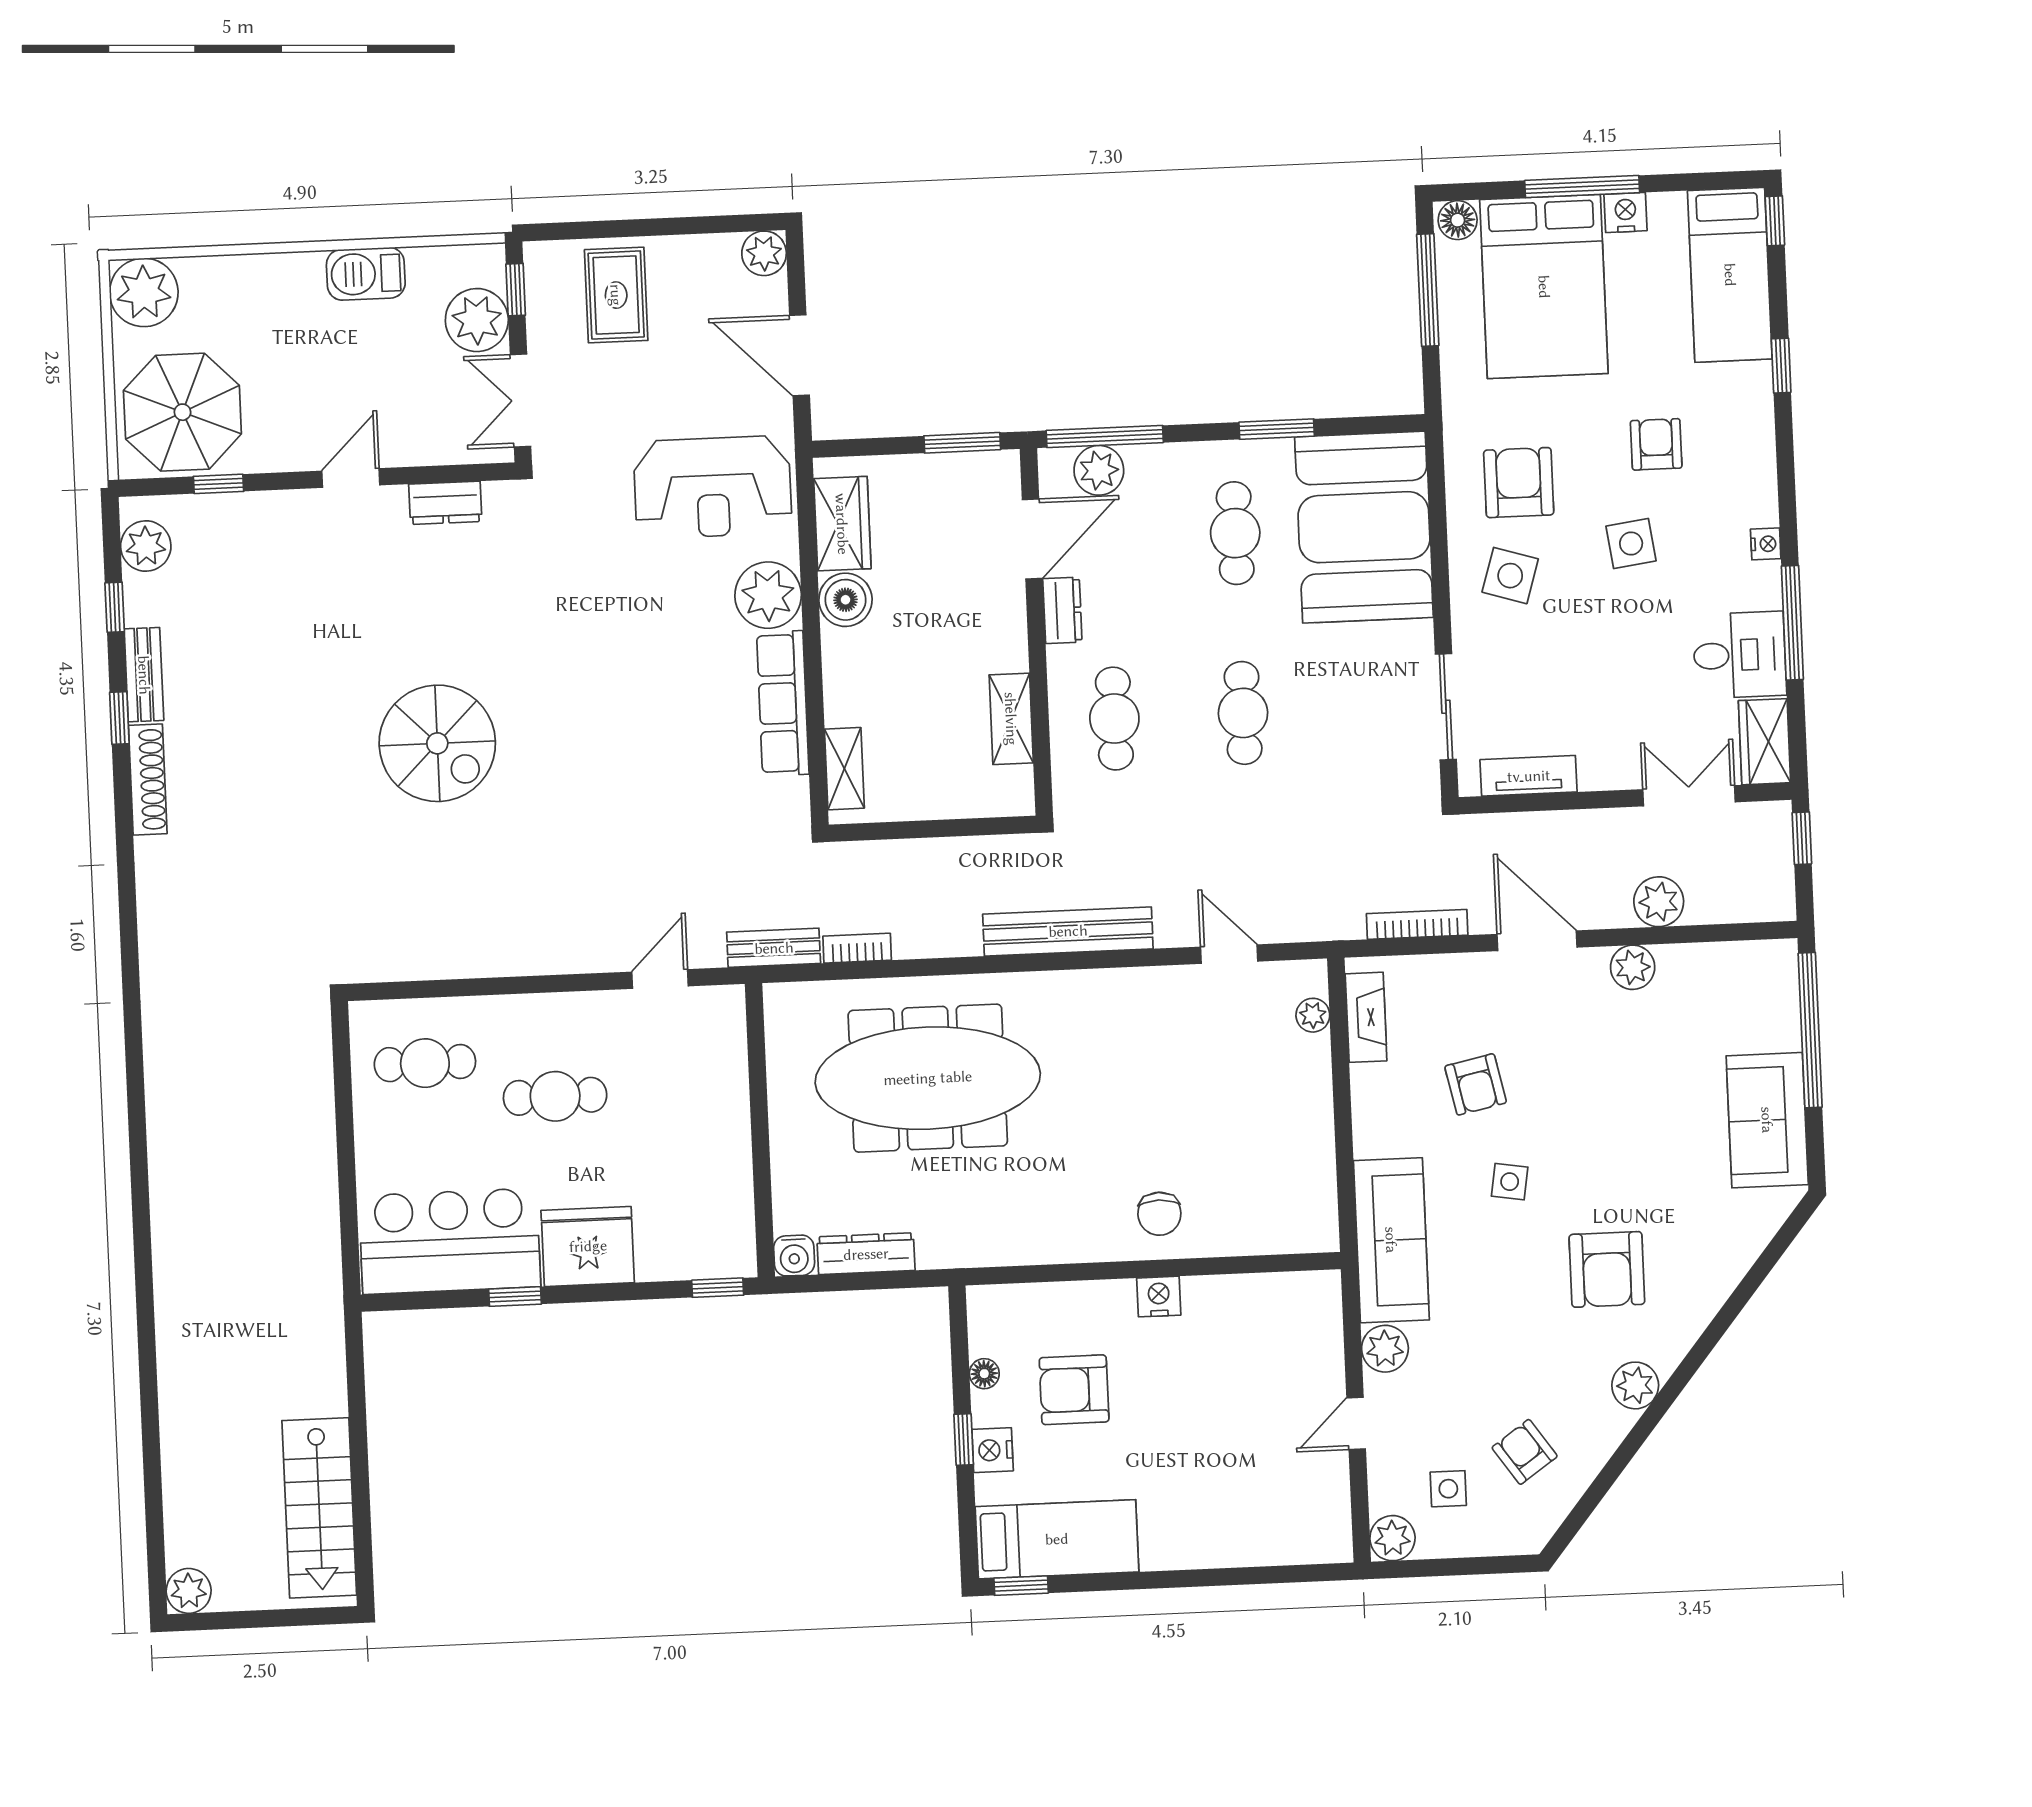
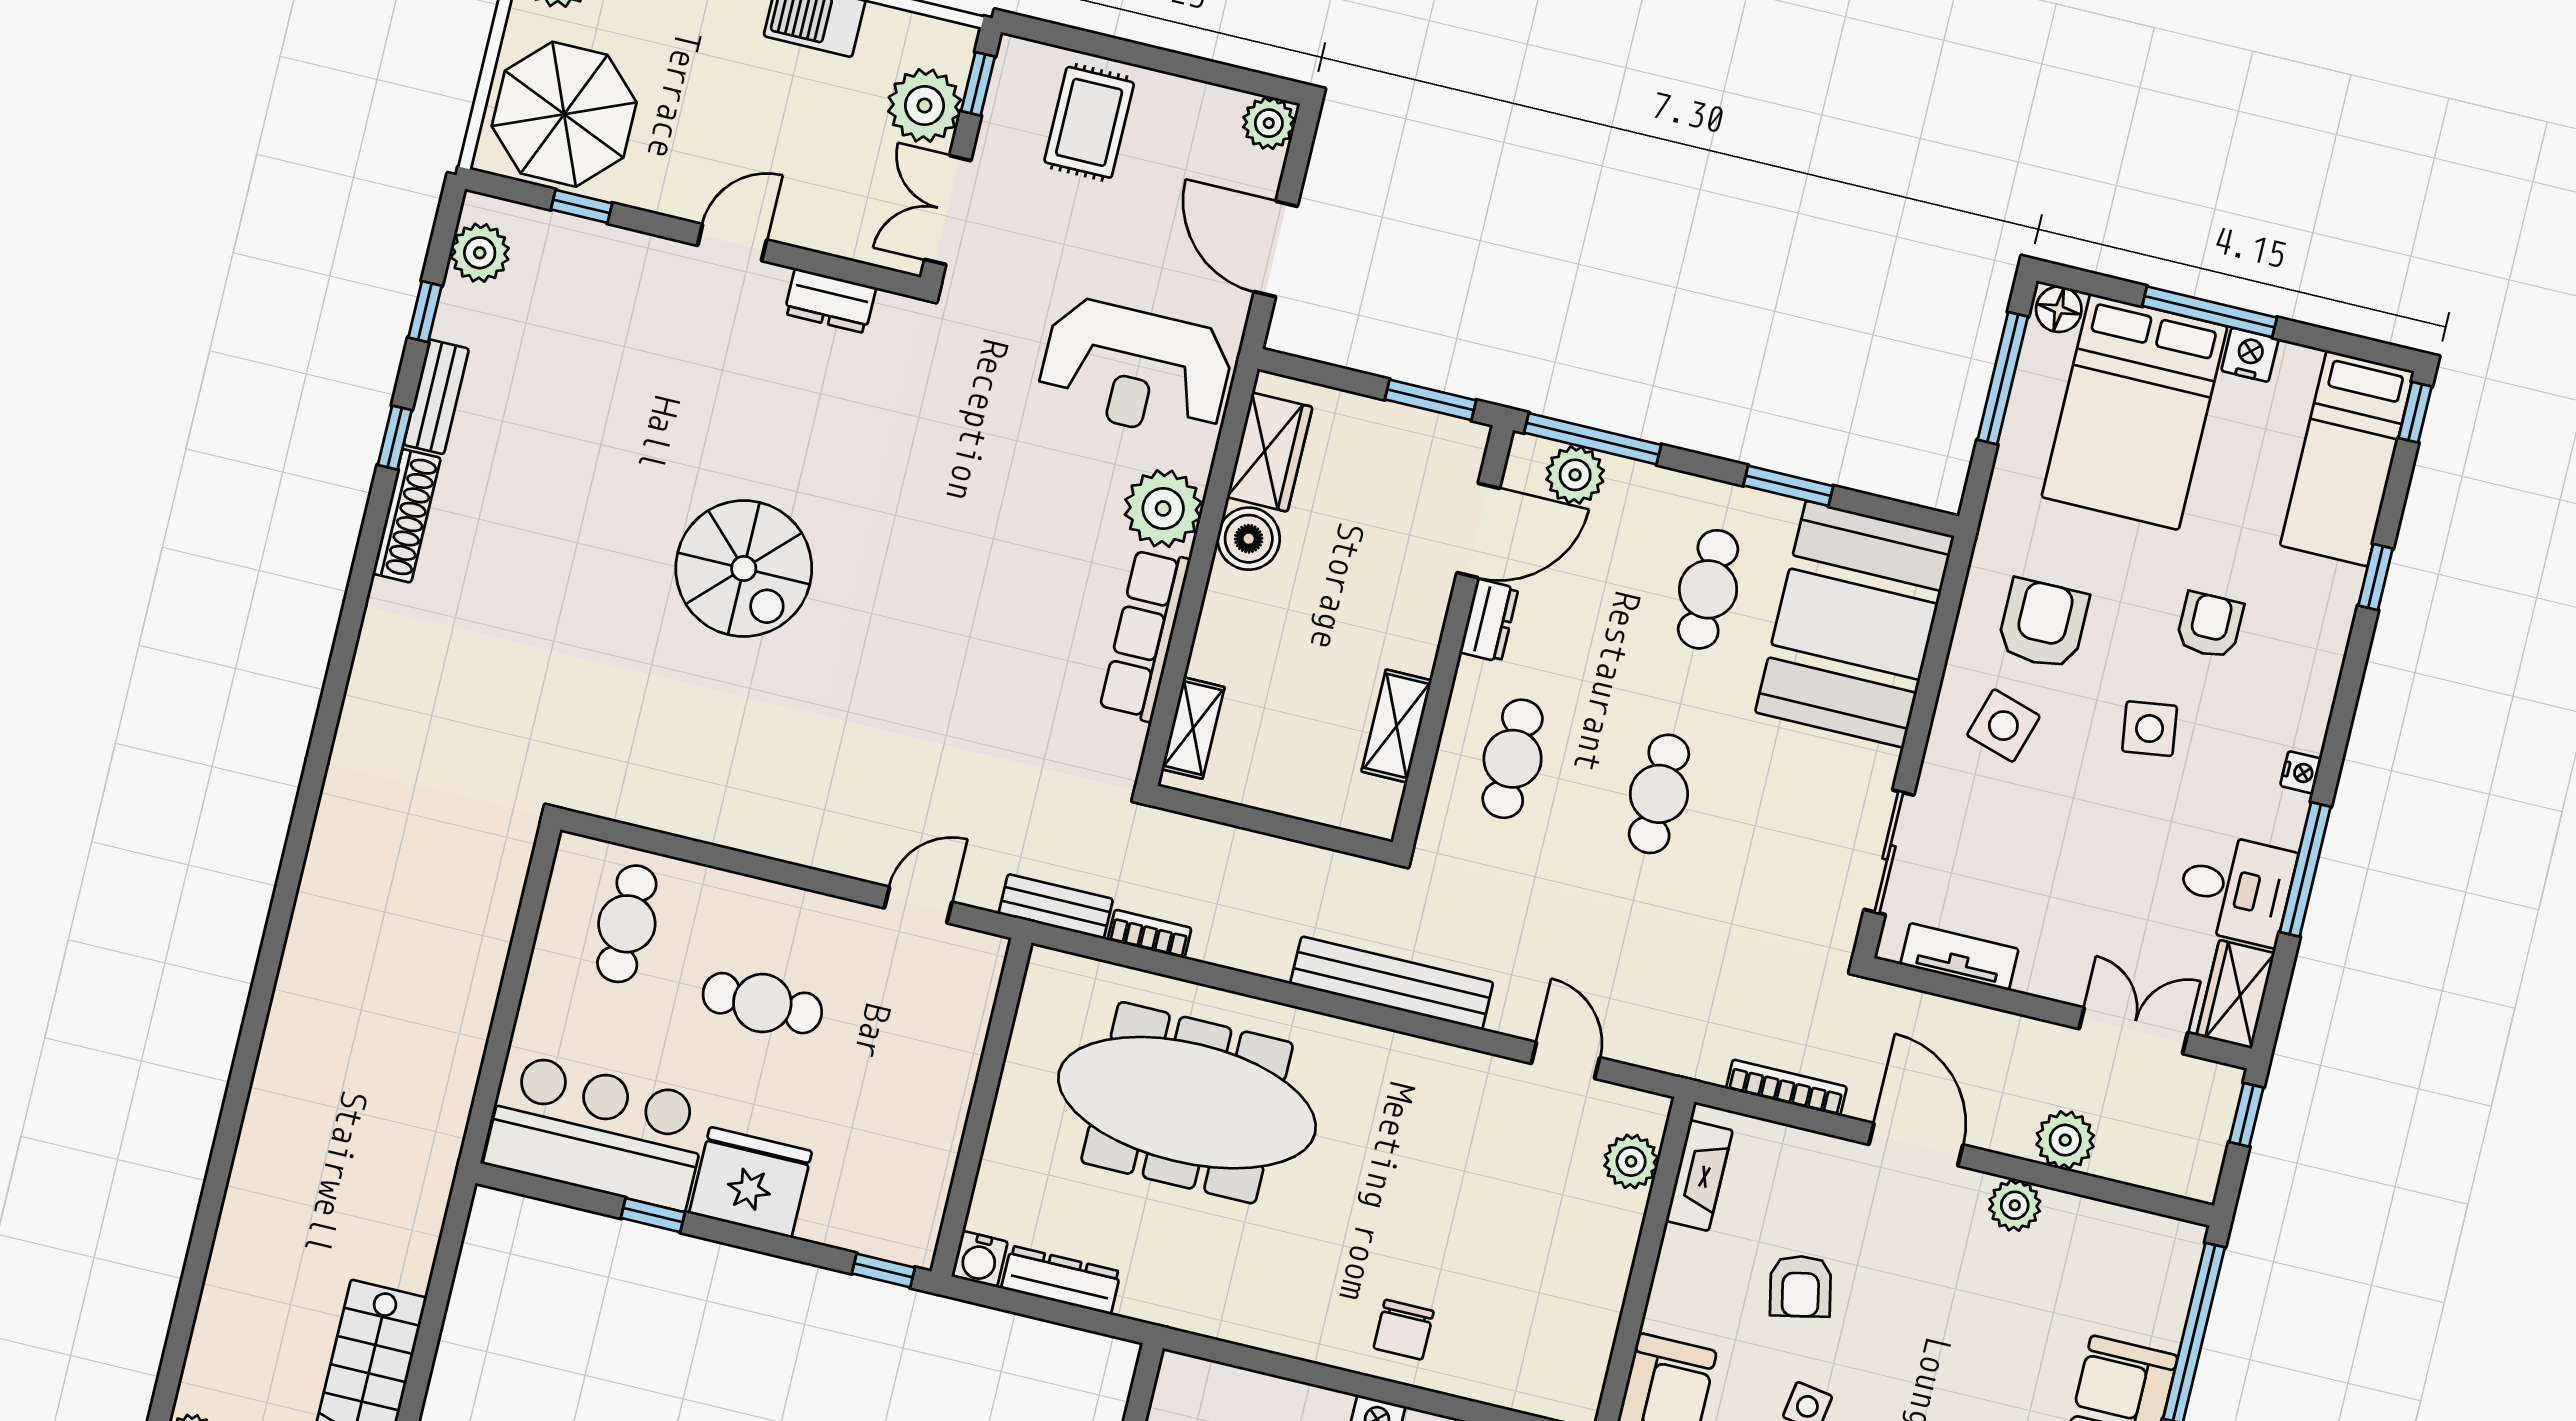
plant: (1313, 1015) -> (1631, 1161), width x1.38, depth x1.38
cafe table: (425, 1063) -> (627, 924), turned 90

